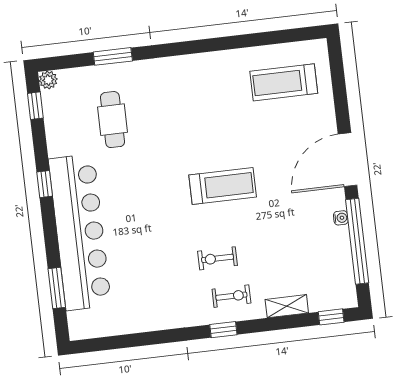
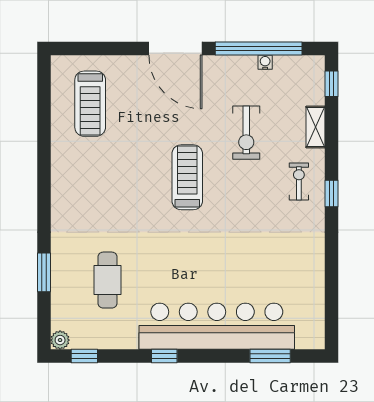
cafe table: (113, 120) -> (107, 280), turned 90
water cooler: (341, 218) -> (265, 62), moved
exercise bike: (218, 258) -> (246, 133), moved, width x1.38, depth x1.39

